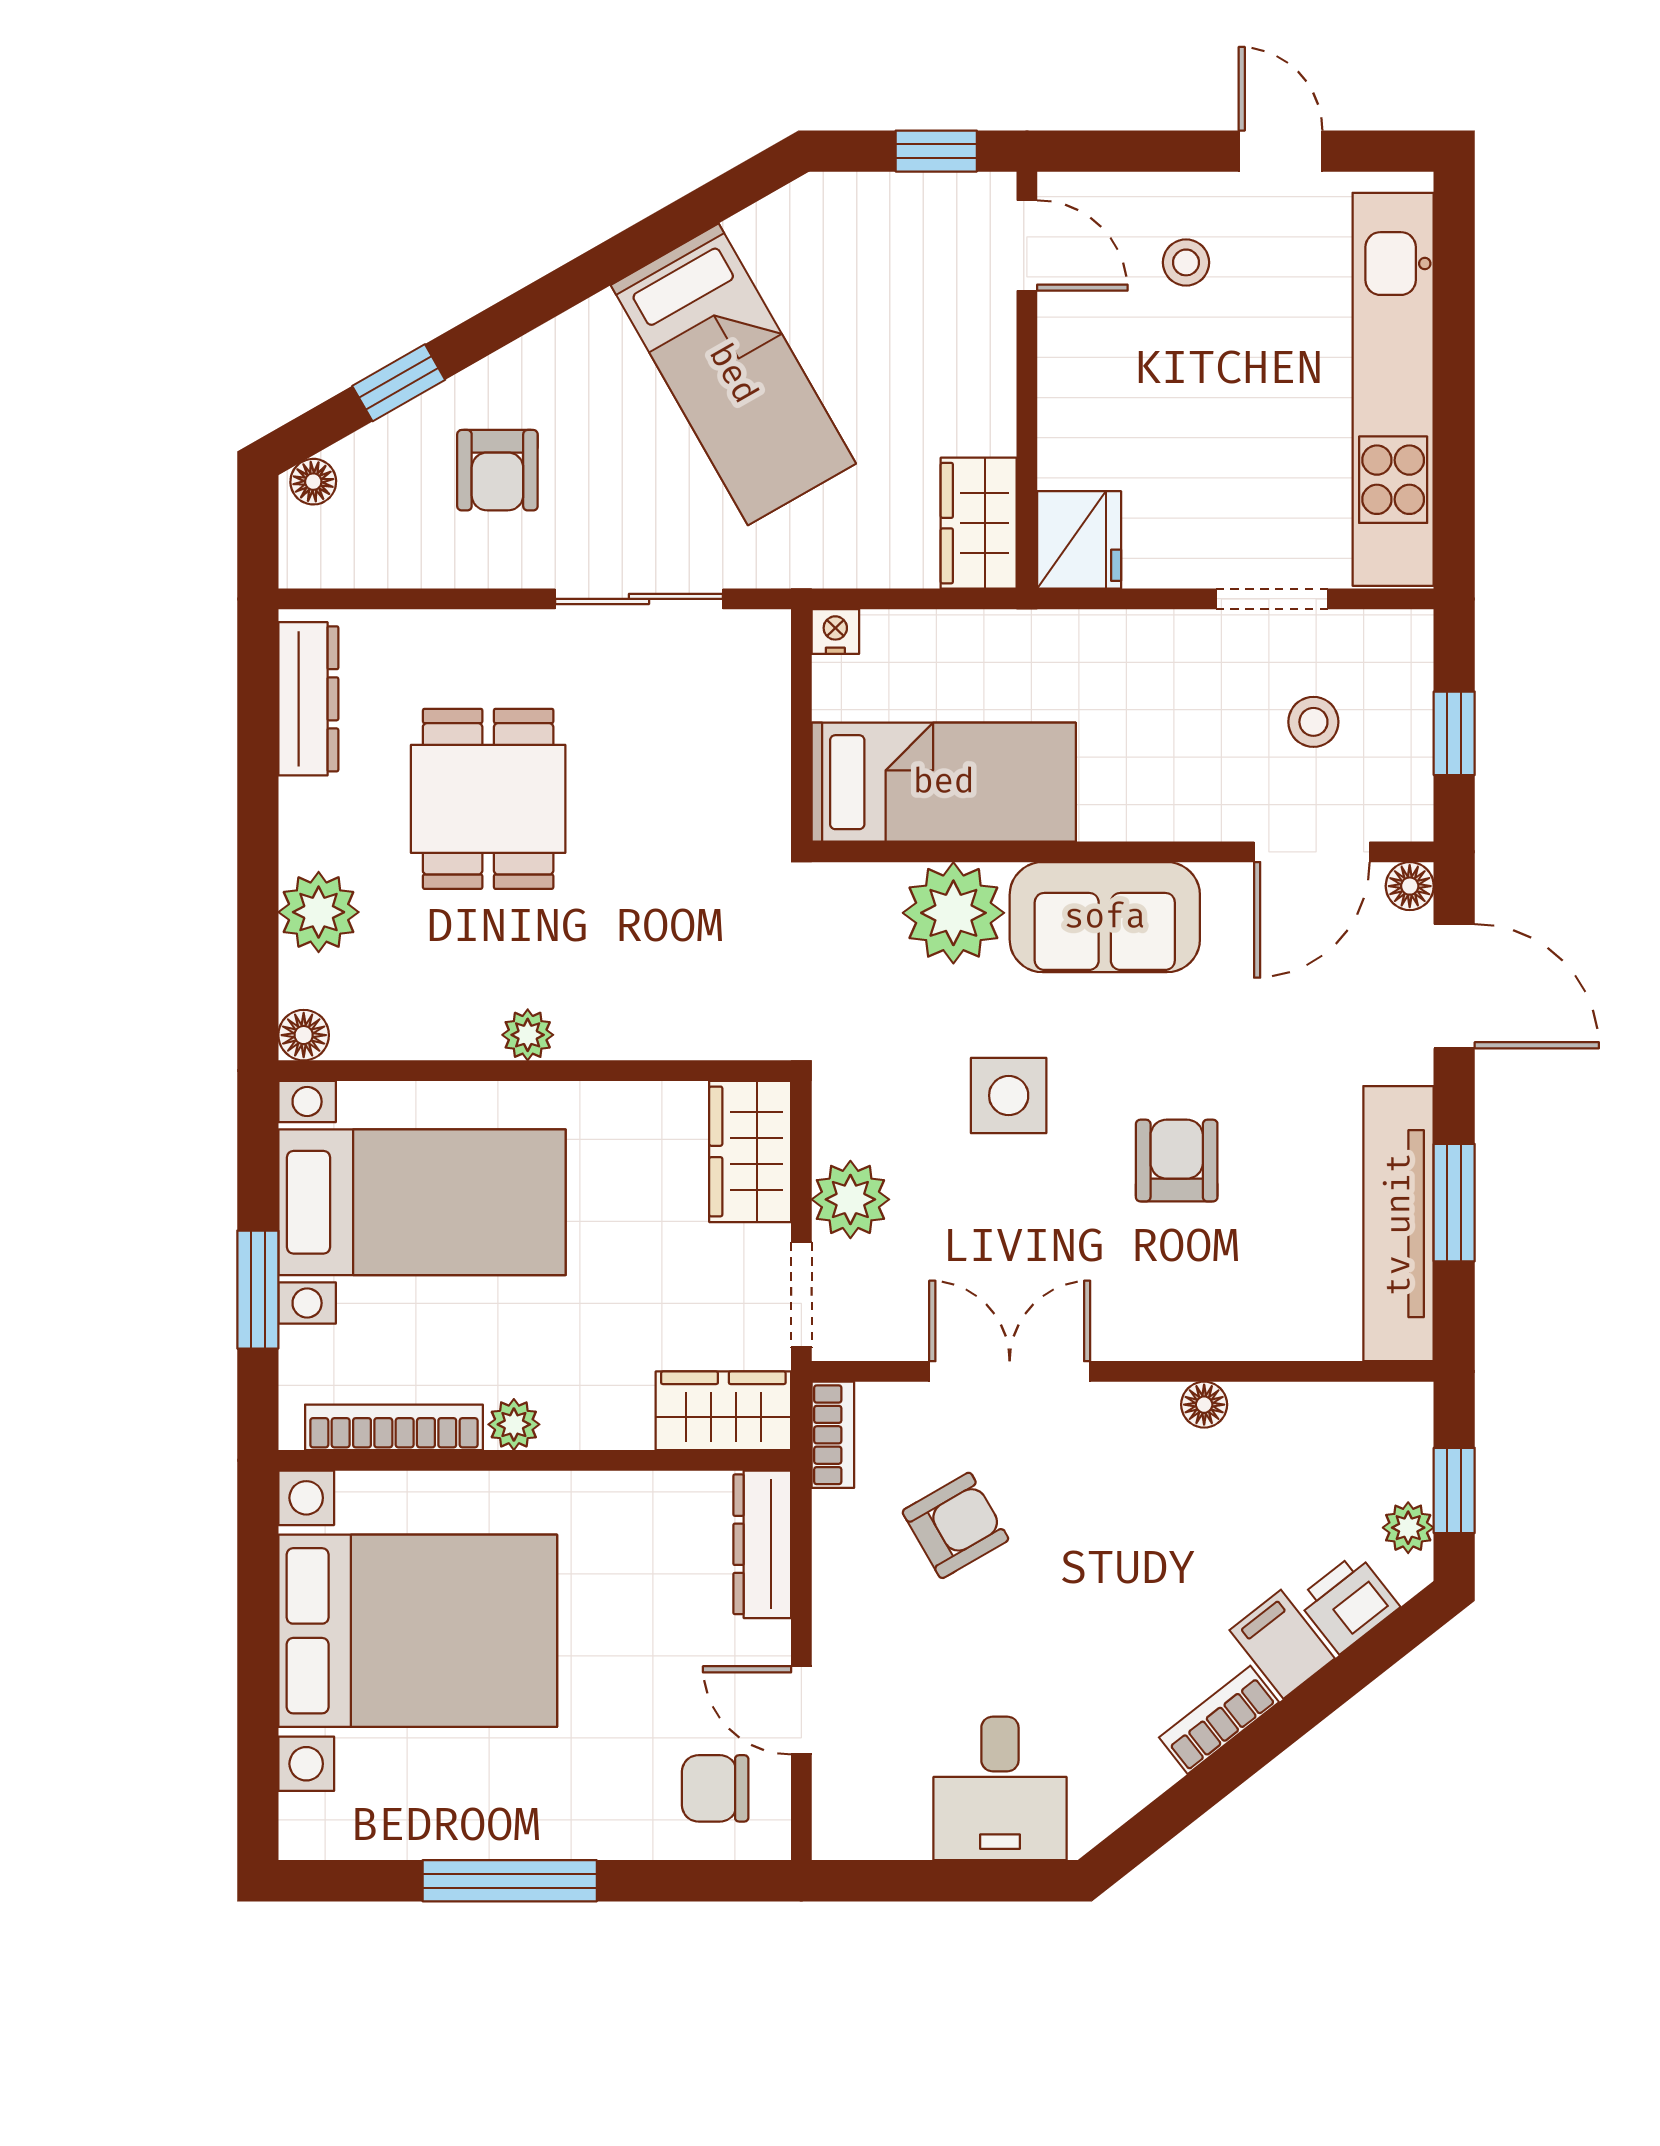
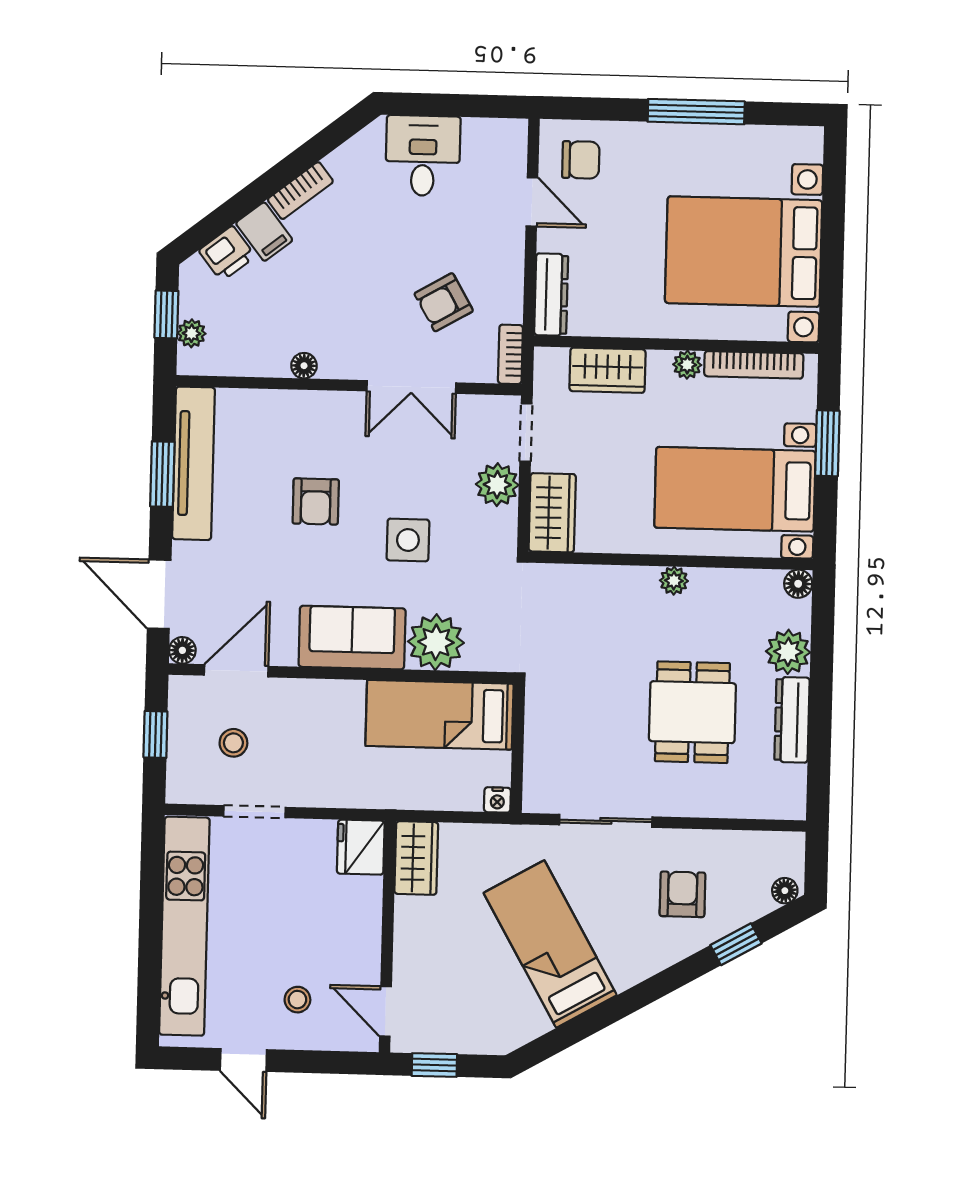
dresser: (308, 699) -> (792, 720), moved
wardrobe: (723, 1411) -> (607, 370), moved
plant: (1408, 1528) -> (192, 333), moved

